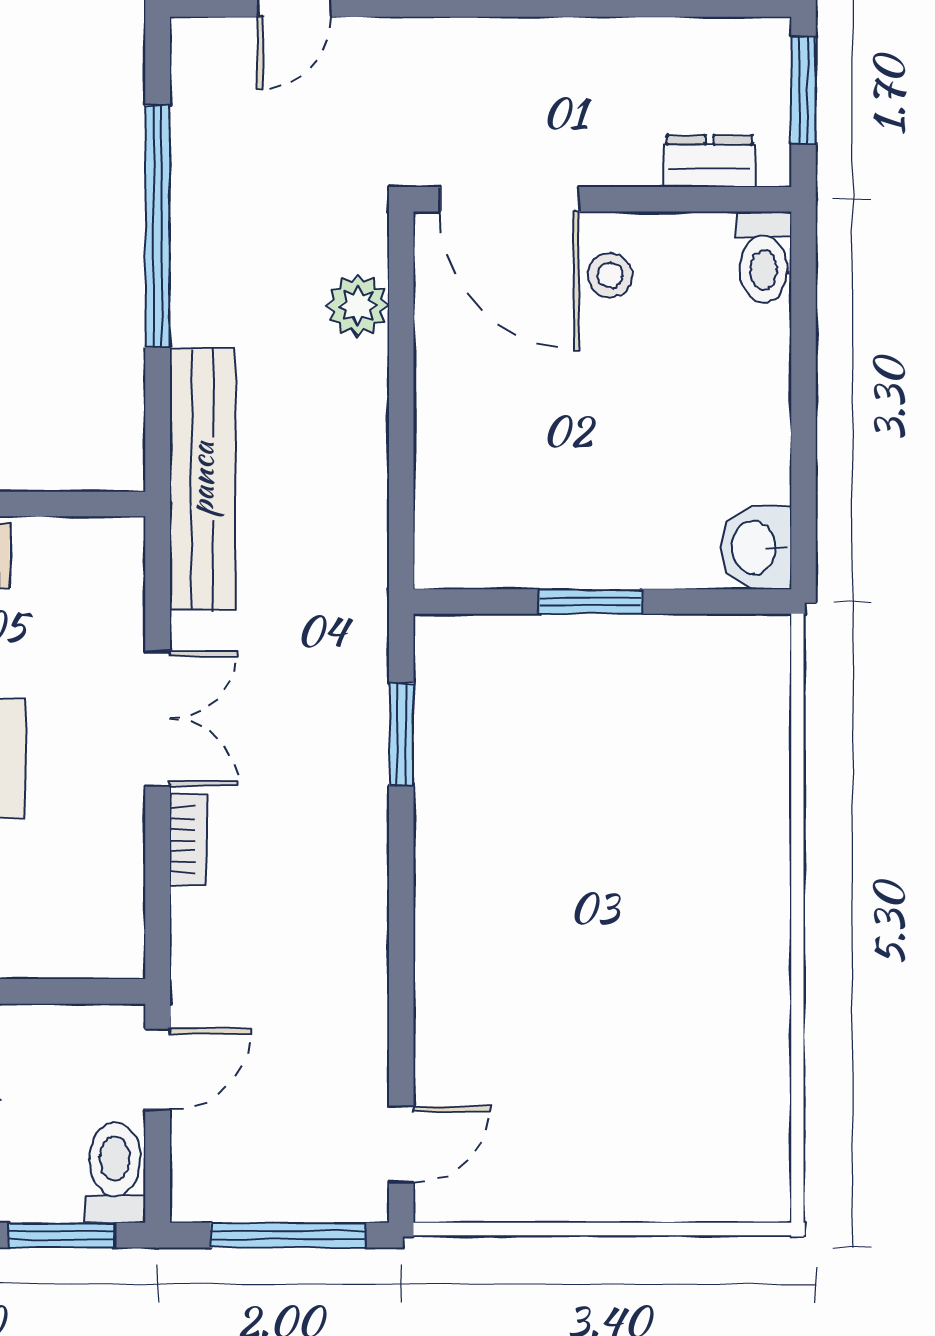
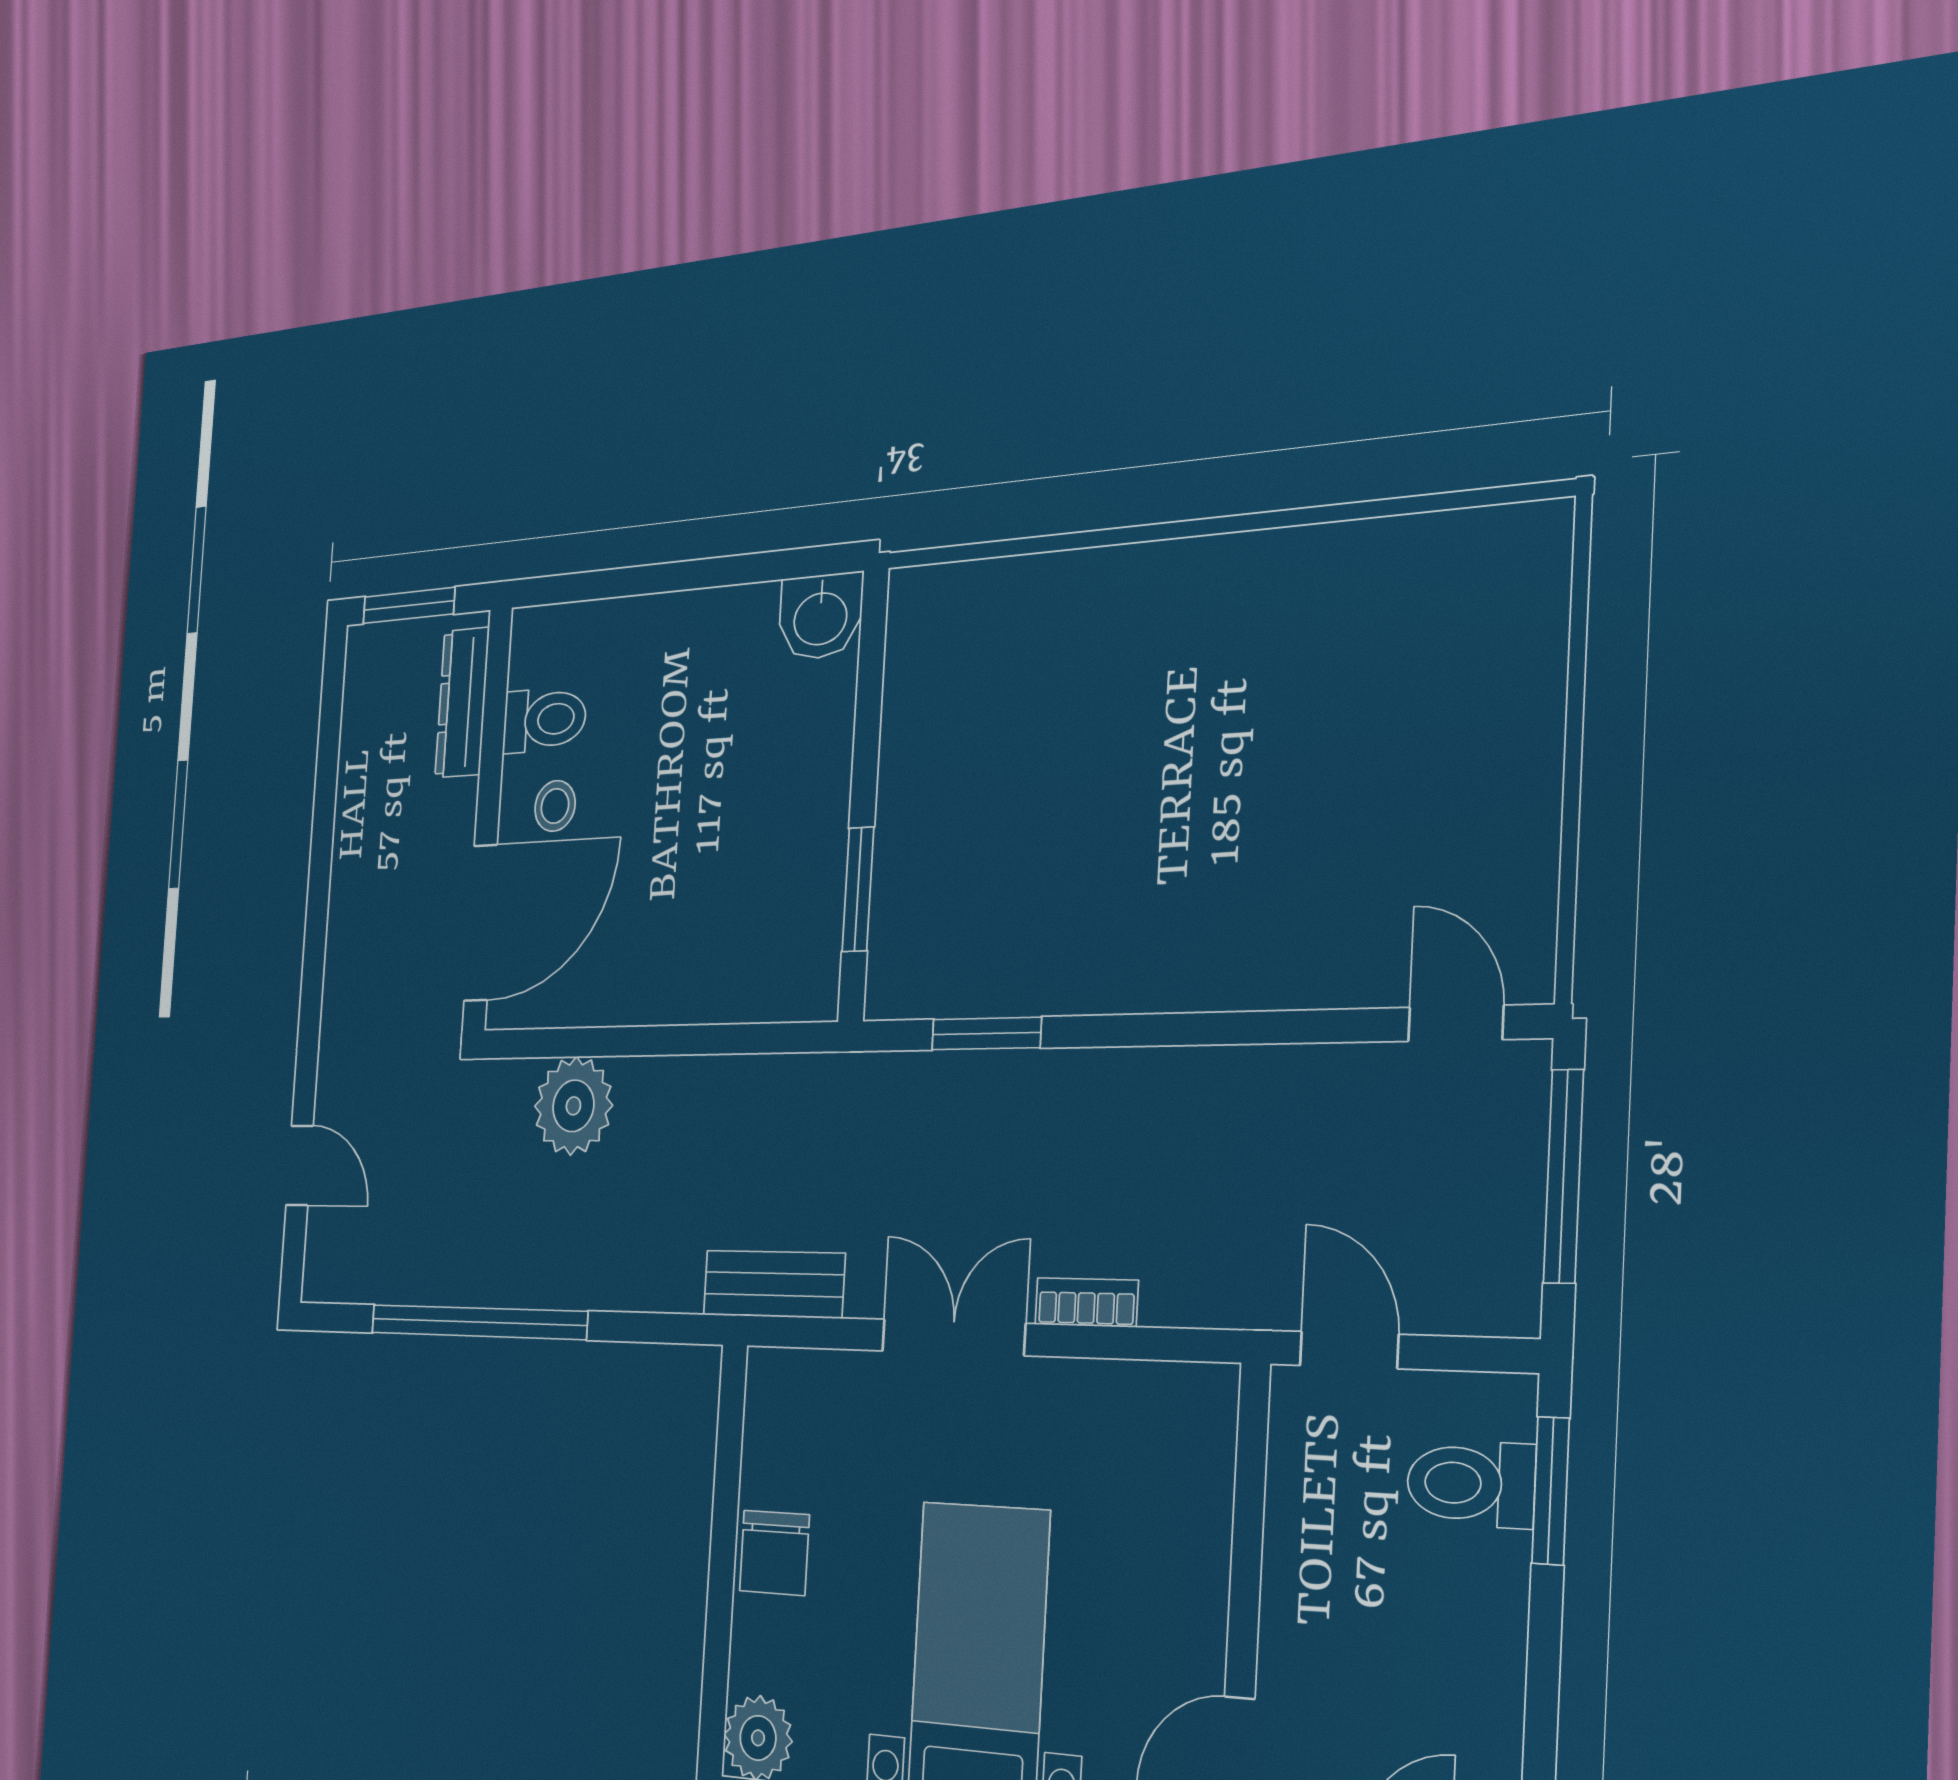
dresser: (709, 161) -> (462, 703), width x1.44
toilet: (764, 257) -> (544, 720), moved
plant: (358, 306) -> (573, 1106), width x1.36, depth x1.36
bench: (202, 479) -> (774, 1284), width x0.54, depth x0.82
window: (591, 601) -> (858, 889), moved
toilet: (115, 1173) -> (1471, 1484), moved

